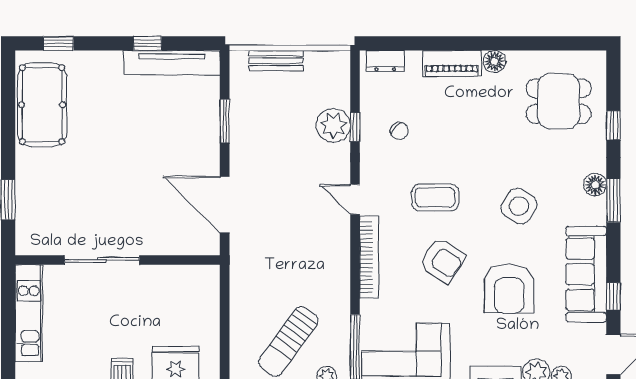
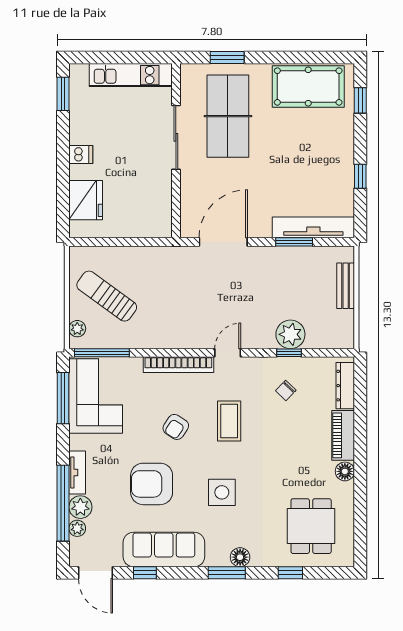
dresser: (385, 61) -> (345, 386), width x1.44
tv unit: (172, 63) -> (313, 227), moved, turned 90
table tennis table: (77, 199) -> (228, 116), added
side table: (519, 206) -> (222, 492), turned -32
armchair: (442, 260) -> (176, 427), width x0.72, depth x0.72

